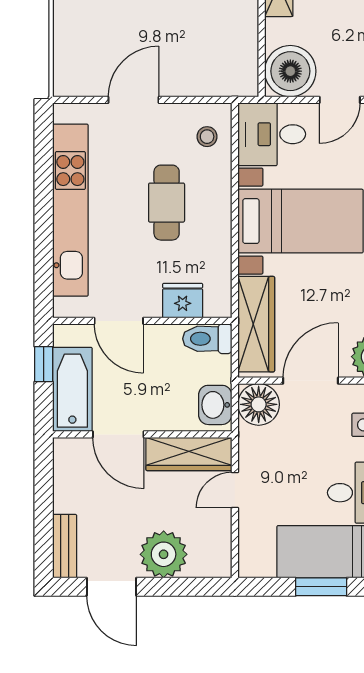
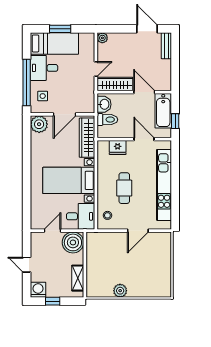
toilet: (207, 339) -> (107, 120), moved
floor lamp: (259, 404) -> (86, 104), removed
plant: (164, 554) -> (102, 38), moved, width x0.53, depth x0.53

